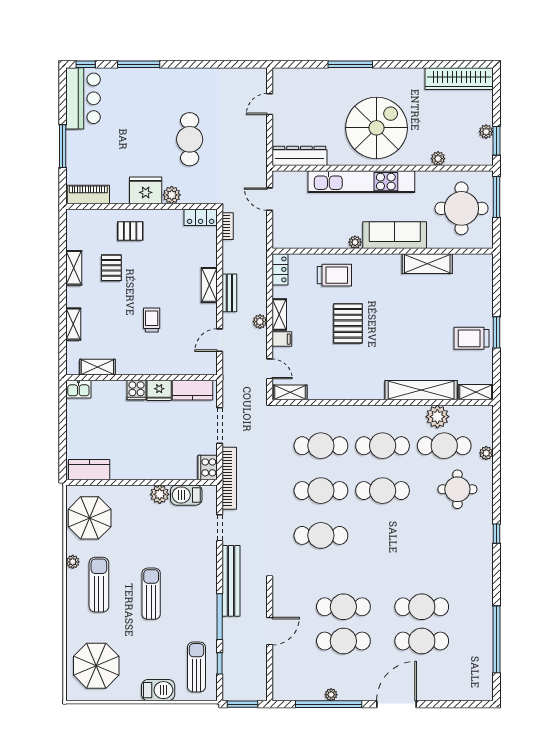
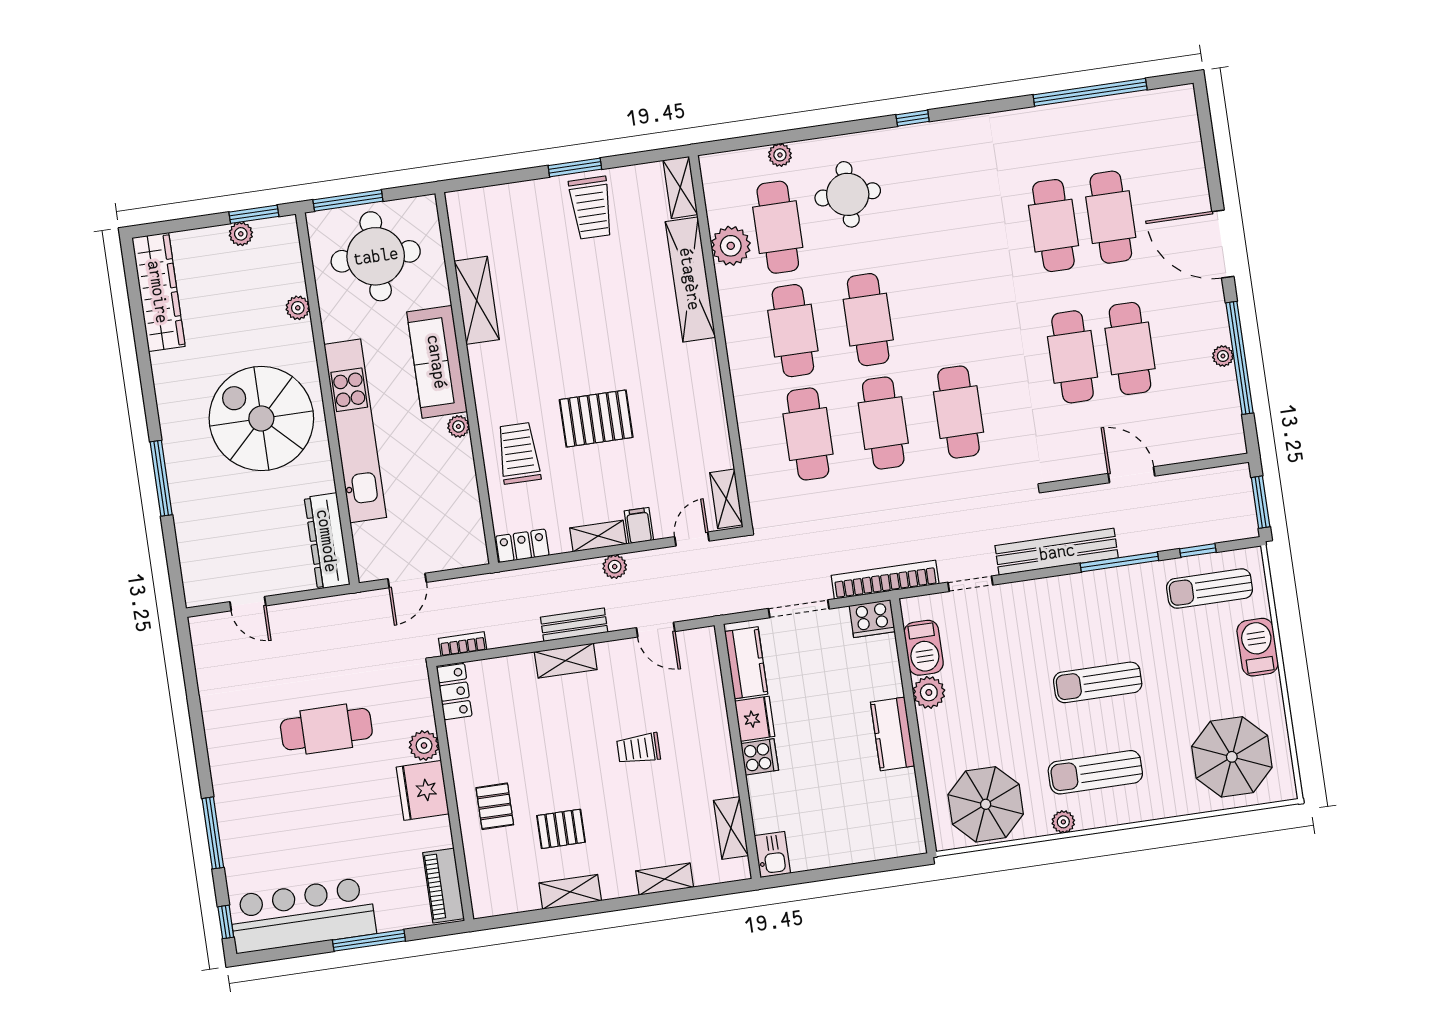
bar counter: (83, 98) -> (302, 915), width x1.36
kitchen counter: (89, 470) -> (893, 734), moved

